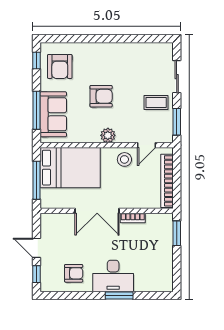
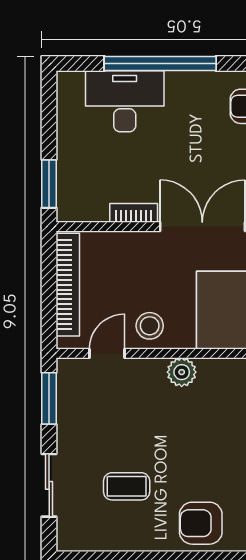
armchair: (101, 96) -> (201, 523), moved
coffee table: (156, 102) -> (127, 486), moved
desk: (113, 276) -> (125, 101), moved
window: (119, 296) -> (160, 63), width x2.11

